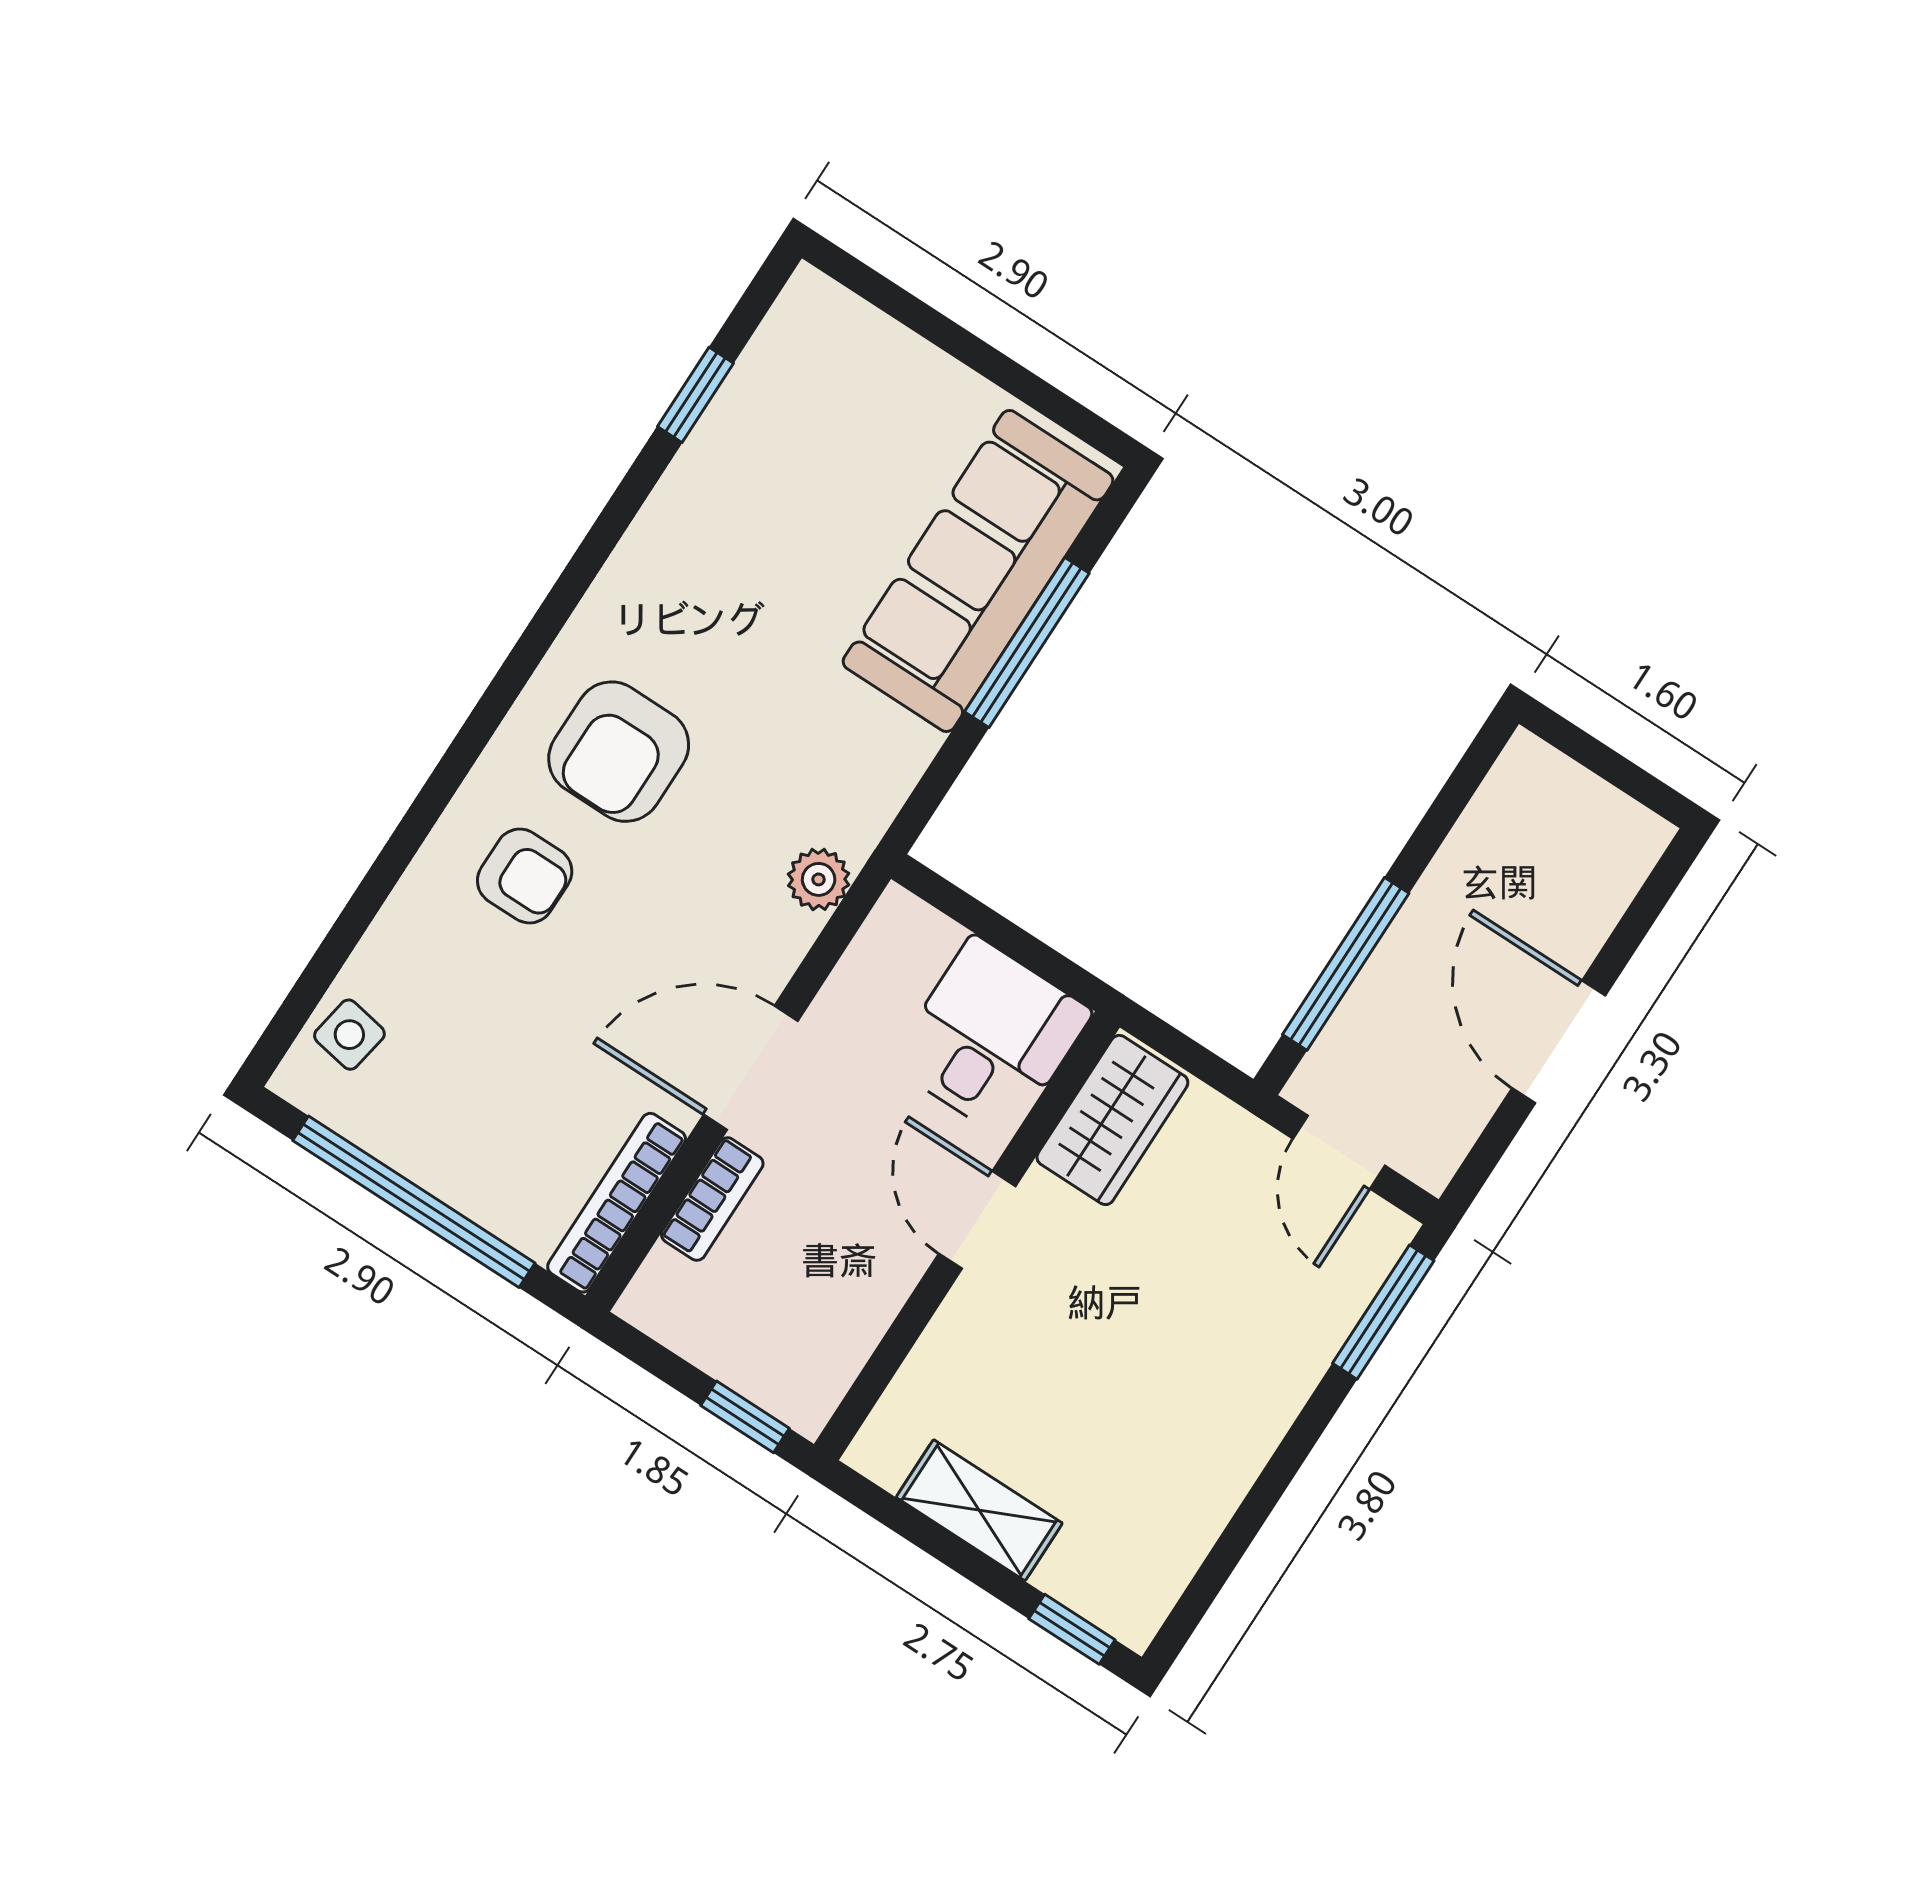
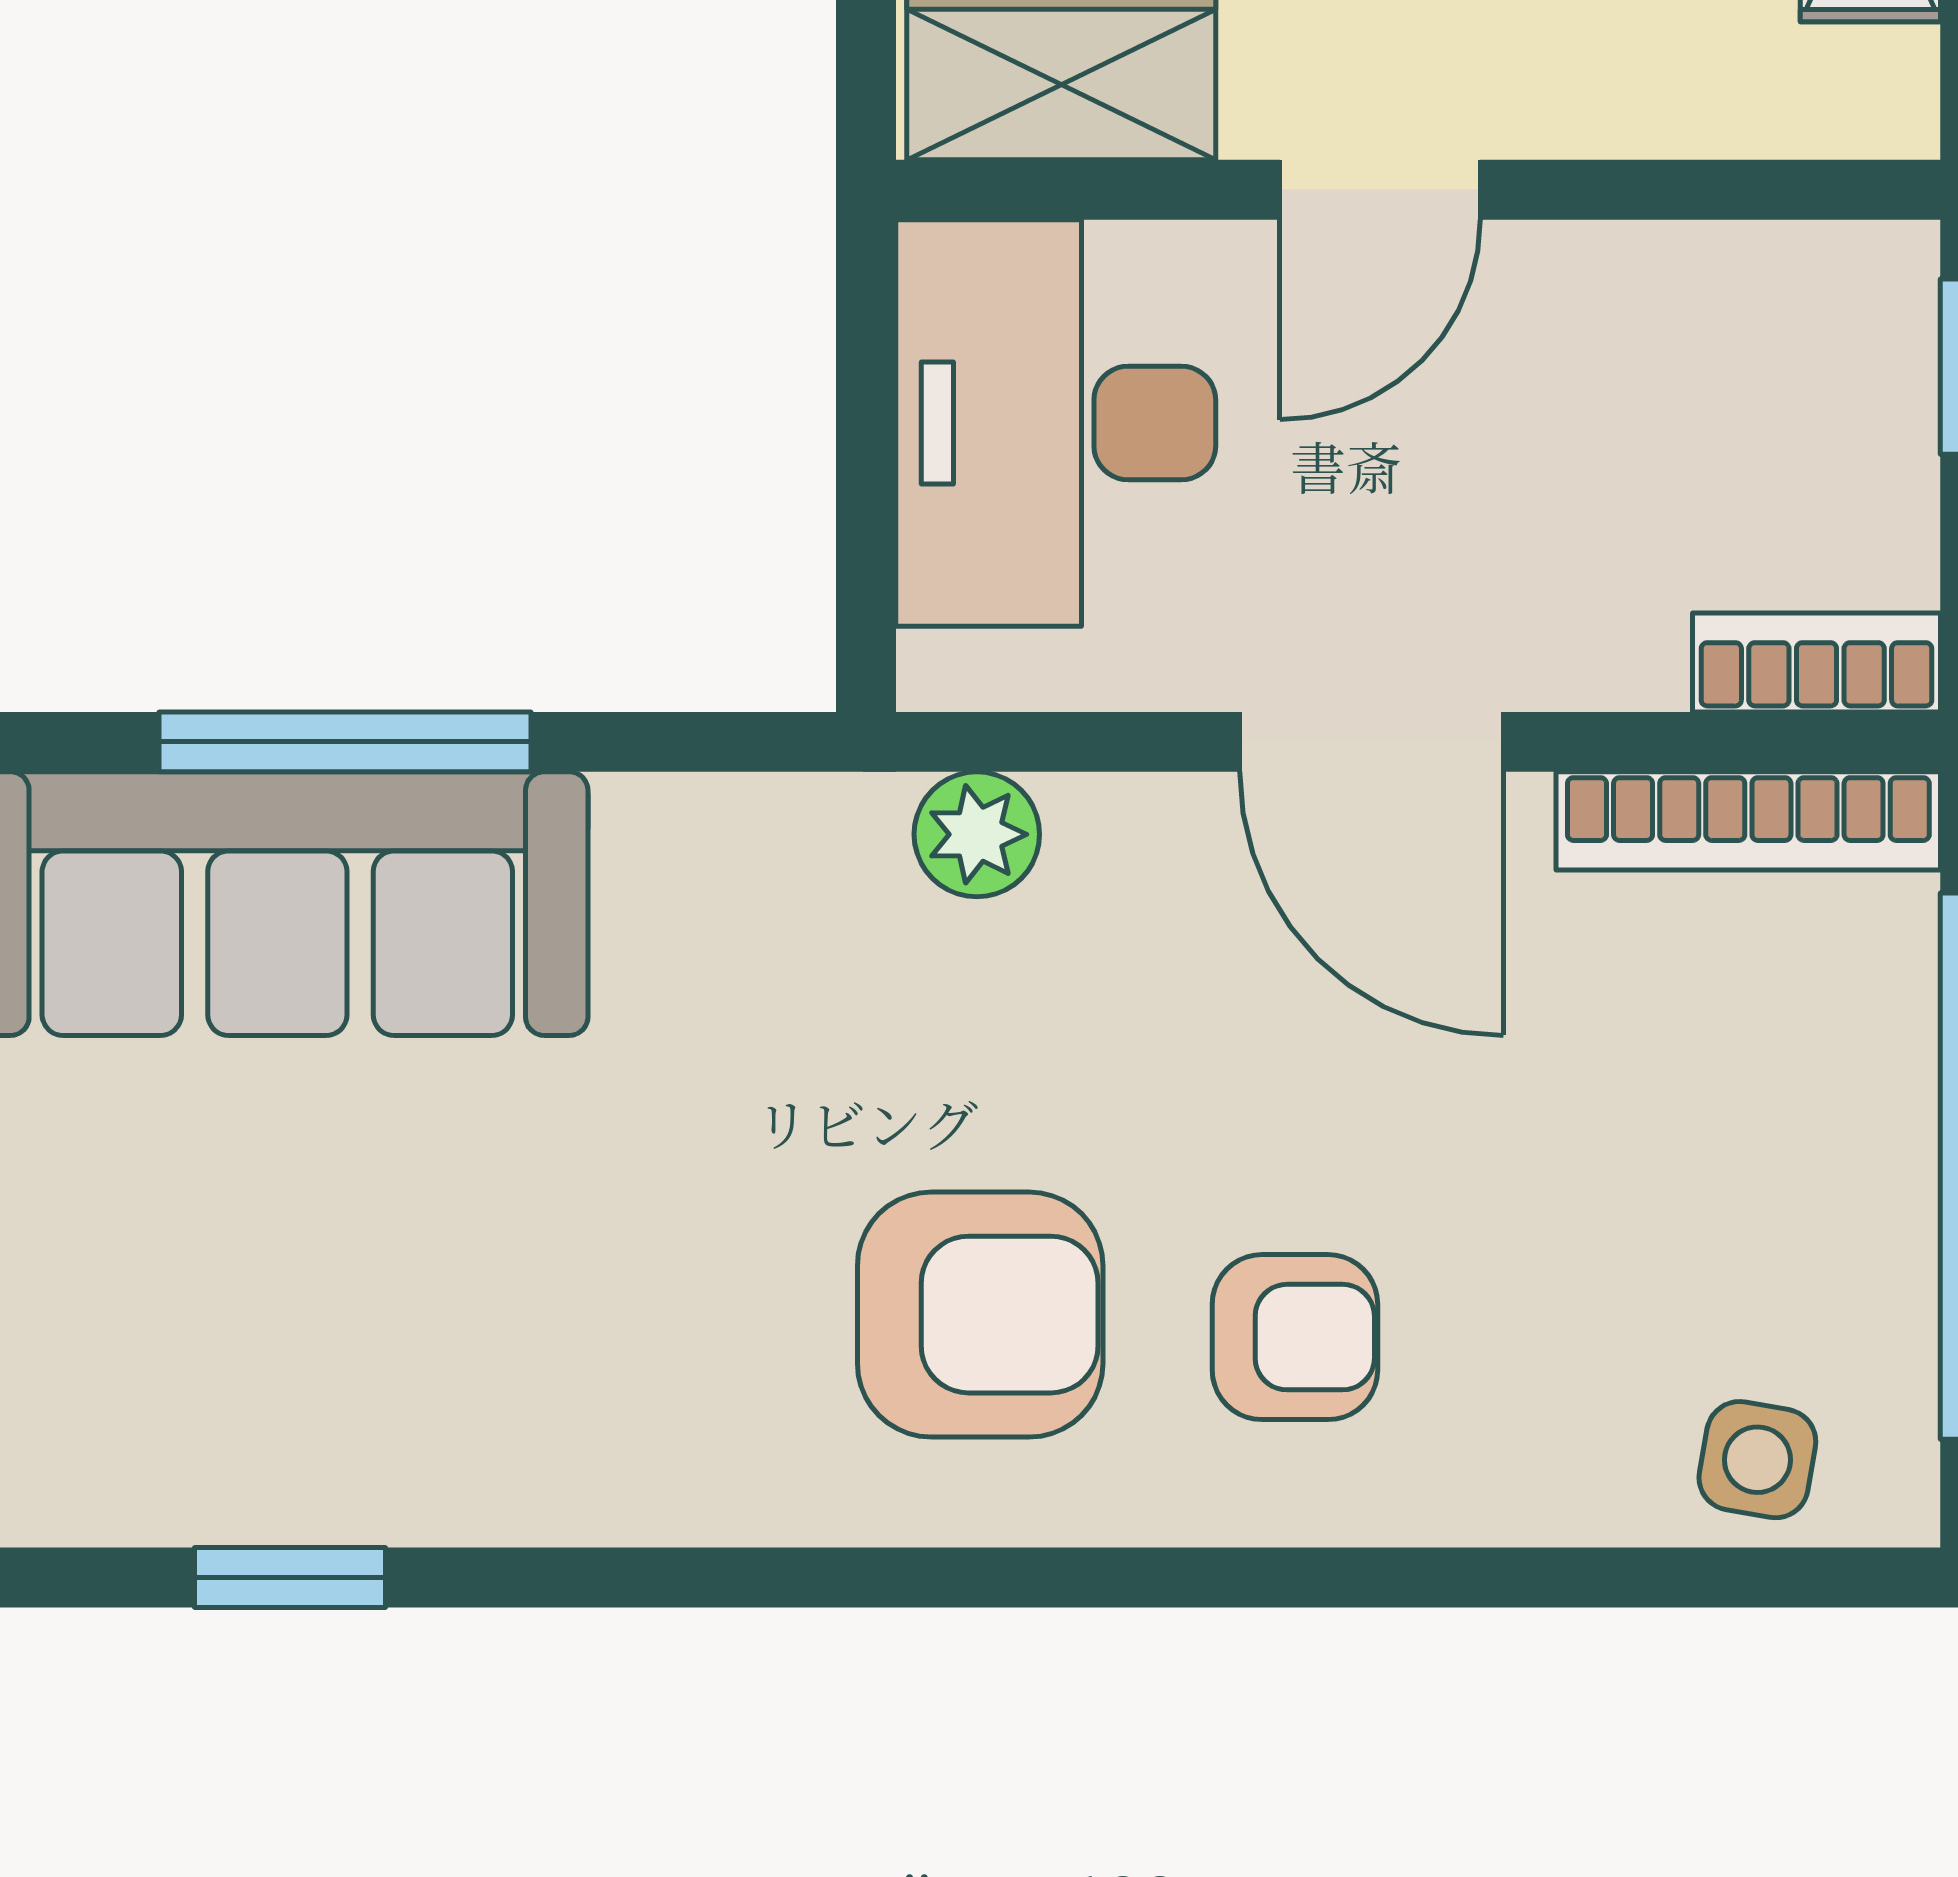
armchair: (525, 876) -> (1295, 1337), turned 90
desk: (991, 1038) -> (1056, 423), width x1.37
bookcase: (712, 1199) -> (1817, 662), moved

